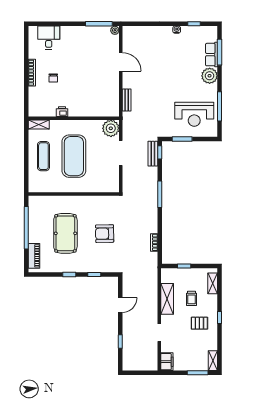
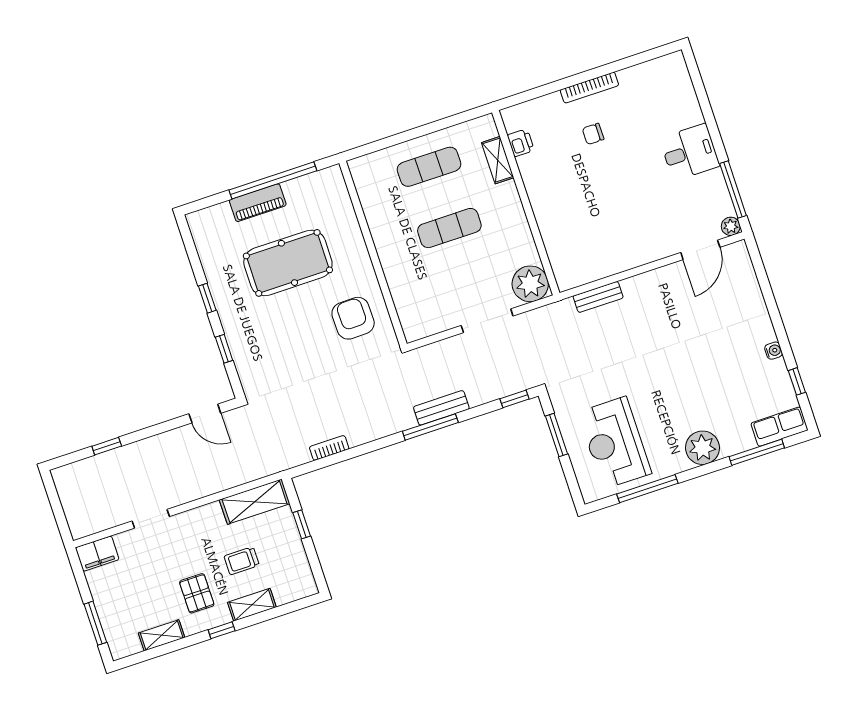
desk: (49, 38) -> (690, 152), moved
row of seats: (212, 55) -> (779, 427), moved
door: (121, 62) -> (700, 250), moved
printer: (62, 112) -> (521, 143), moved
shelving: (39, 124) -> (498, 160), moved
bench: (153, 154) -> (441, 408), moved
exercise mat: (74, 156) -> (449, 228), width x0.50, depth x0.69
armchair: (105, 234) -> (353, 318), moved
piano: (34, 256) -> (258, 203), moved
shelving: (213, 283) -> (252, 605), moved
shelving: (167, 299) -> (255, 502), moved
door: (120, 305) -> (205, 413), moved
shelving: (213, 361) -> (162, 635), moved

